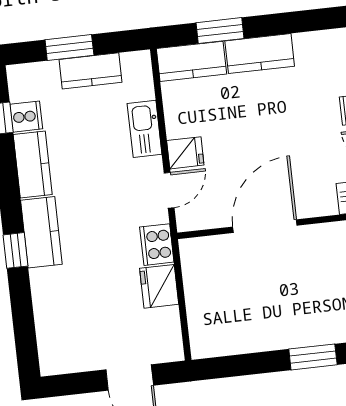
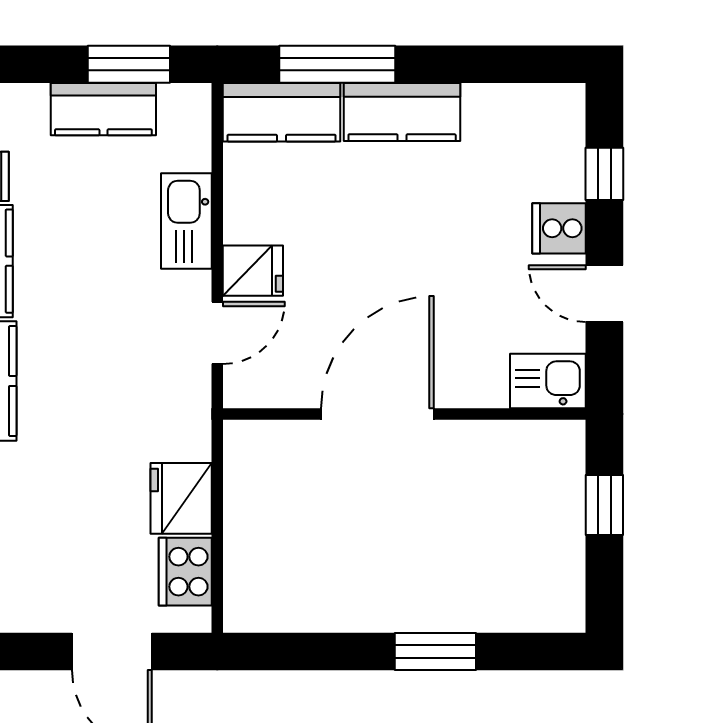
window: (220, 31) -> (337, 64), width x1.44
window: (69, 47) -> (129, 64), moved
cooker: (157, 245) -> (185, 572), moved

